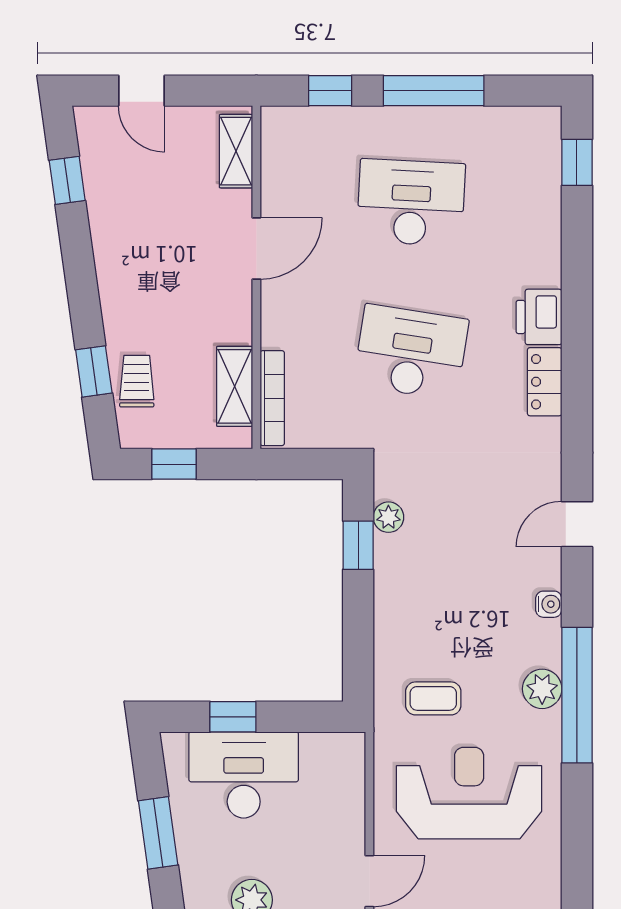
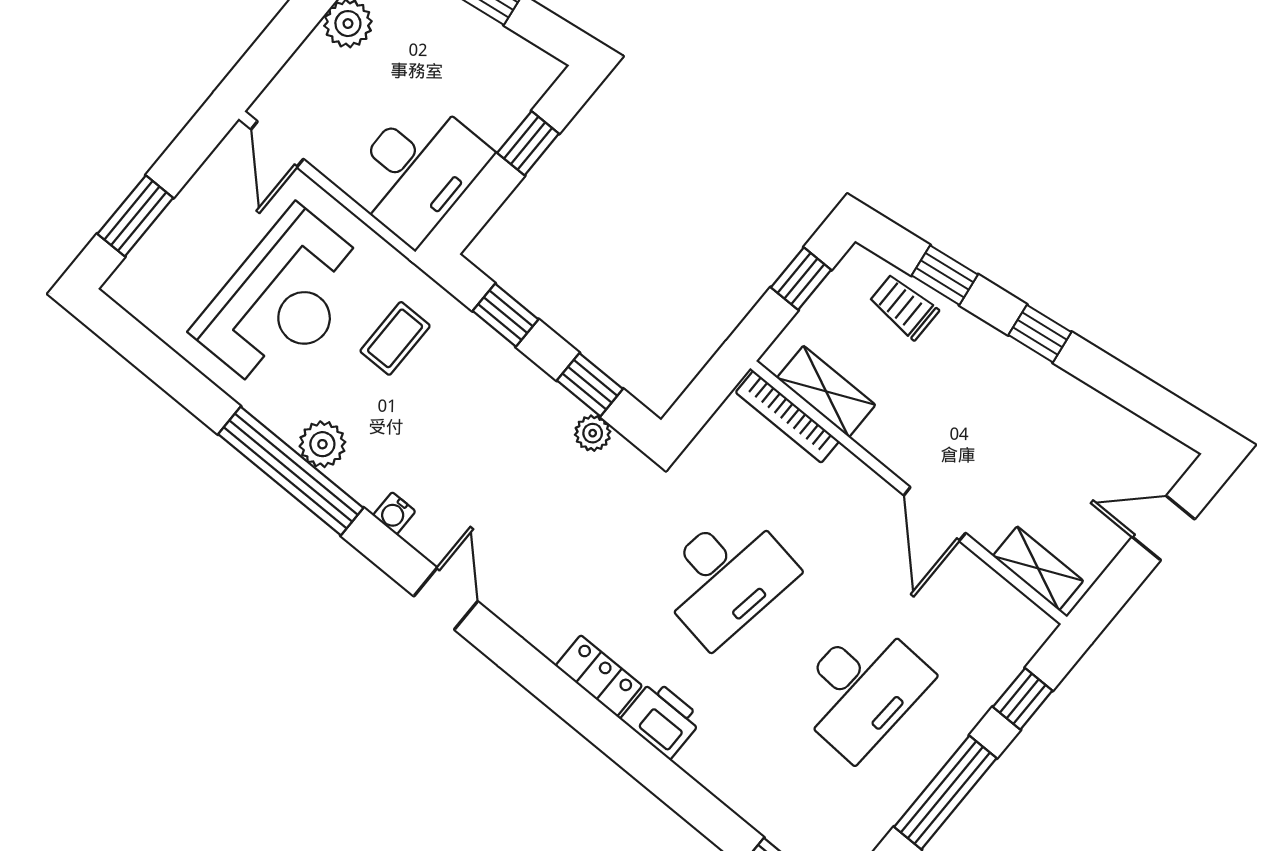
window: (67, 180) -> (1040, 334), moved
trolley: (137, 381) -> (904, 307), turned 180
window: (358, 638) -> (505, 315), added
desk: (244, 775) -> (417, 170), moved

